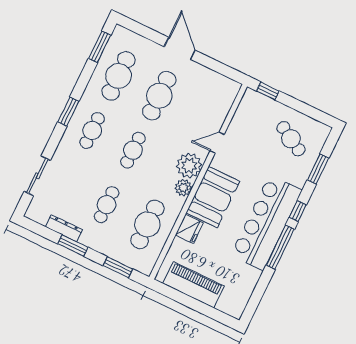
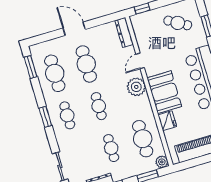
dresser: (227, 99) -> (124, 32), added
plant: (183, 188) -> (162, 162), moved

